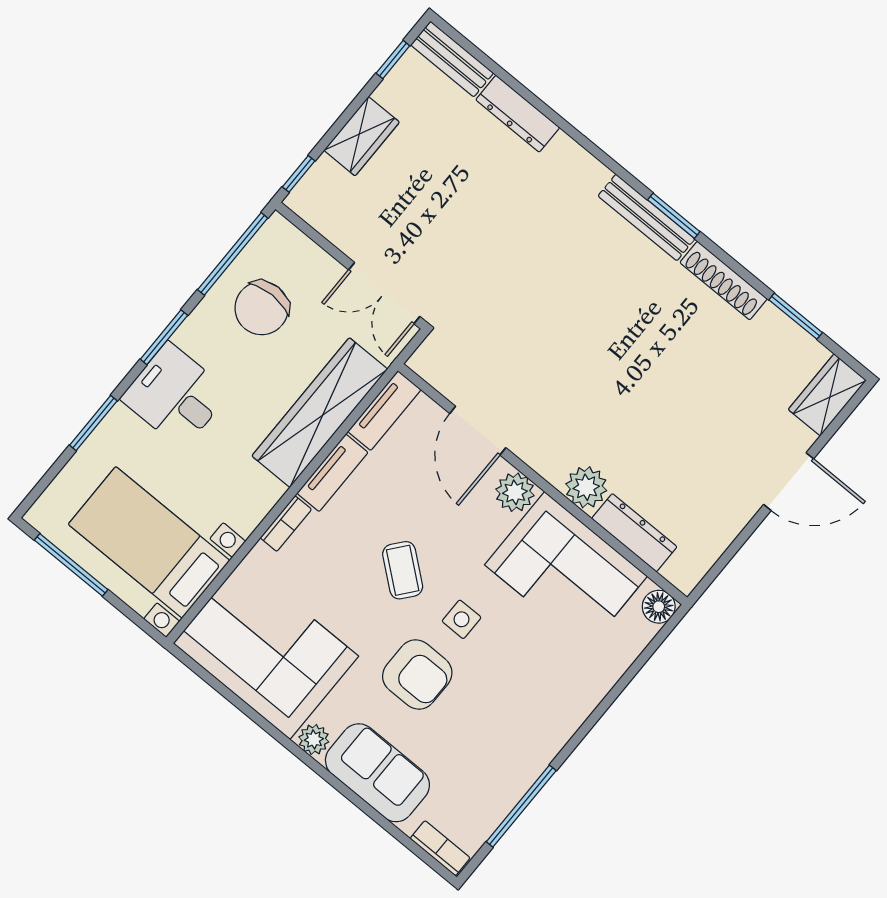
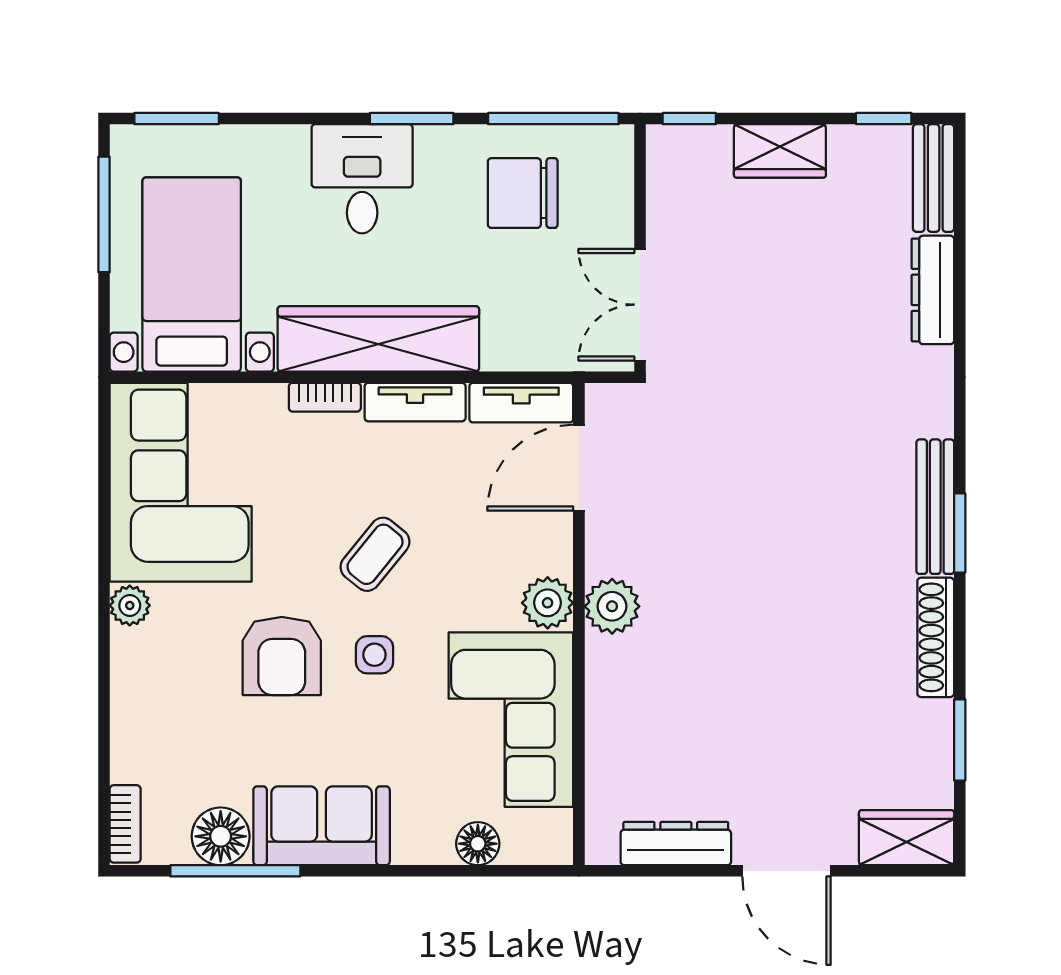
wardrobe: (320, 413) -> (378, 339), moved
window: (93, 423) -> (177, 119), moved
door: (478, 431) -> (579, 468), moved
plant: (586, 487) -> (612, 606), moved
dresser: (634, 533) -> (676, 844), moved, turned -90
floor lamp: (659, 607) -> (478, 844), moved
sofa: (377, 773) -> (322, 826), moved, turned -90
floor lamp: (494, 798) -> (221, 836), added

